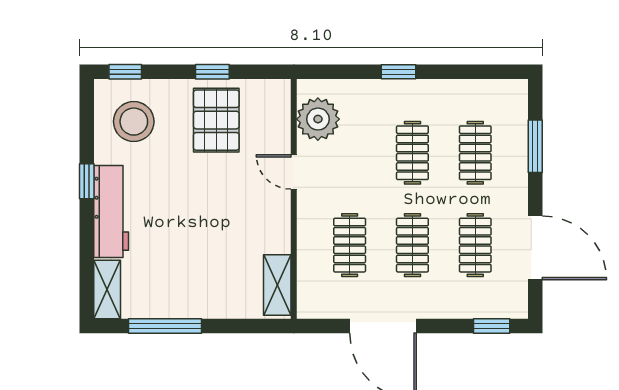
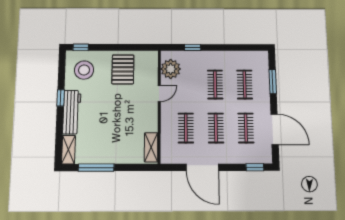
window: (212, 72) -> (121, 47), removed
window: (398, 72) -> (193, 47), moved
door: (294, 172) -> (159, 93), swing flipped

